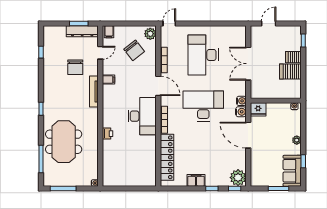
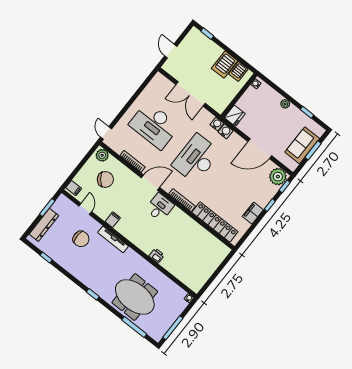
dresser: (82, 31) -> (44, 225), moved
server rack: (293, 57) -> (238, 71), moved
desk: (142, 116) -> (160, 207), width x0.53, depth x0.77
door: (248, 135) -> (260, 149), moved
sofa: (292, 171) -> (302, 145), moved, turned 90

